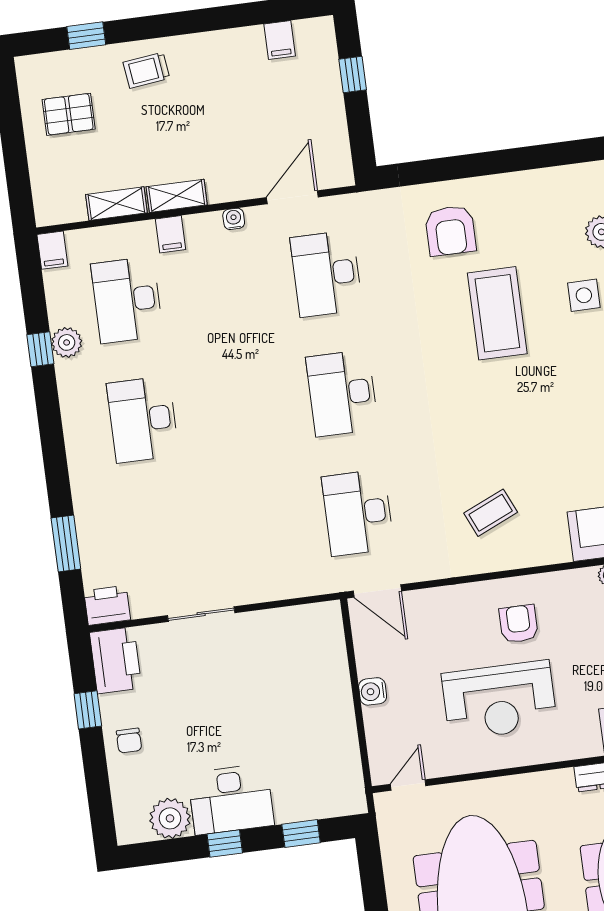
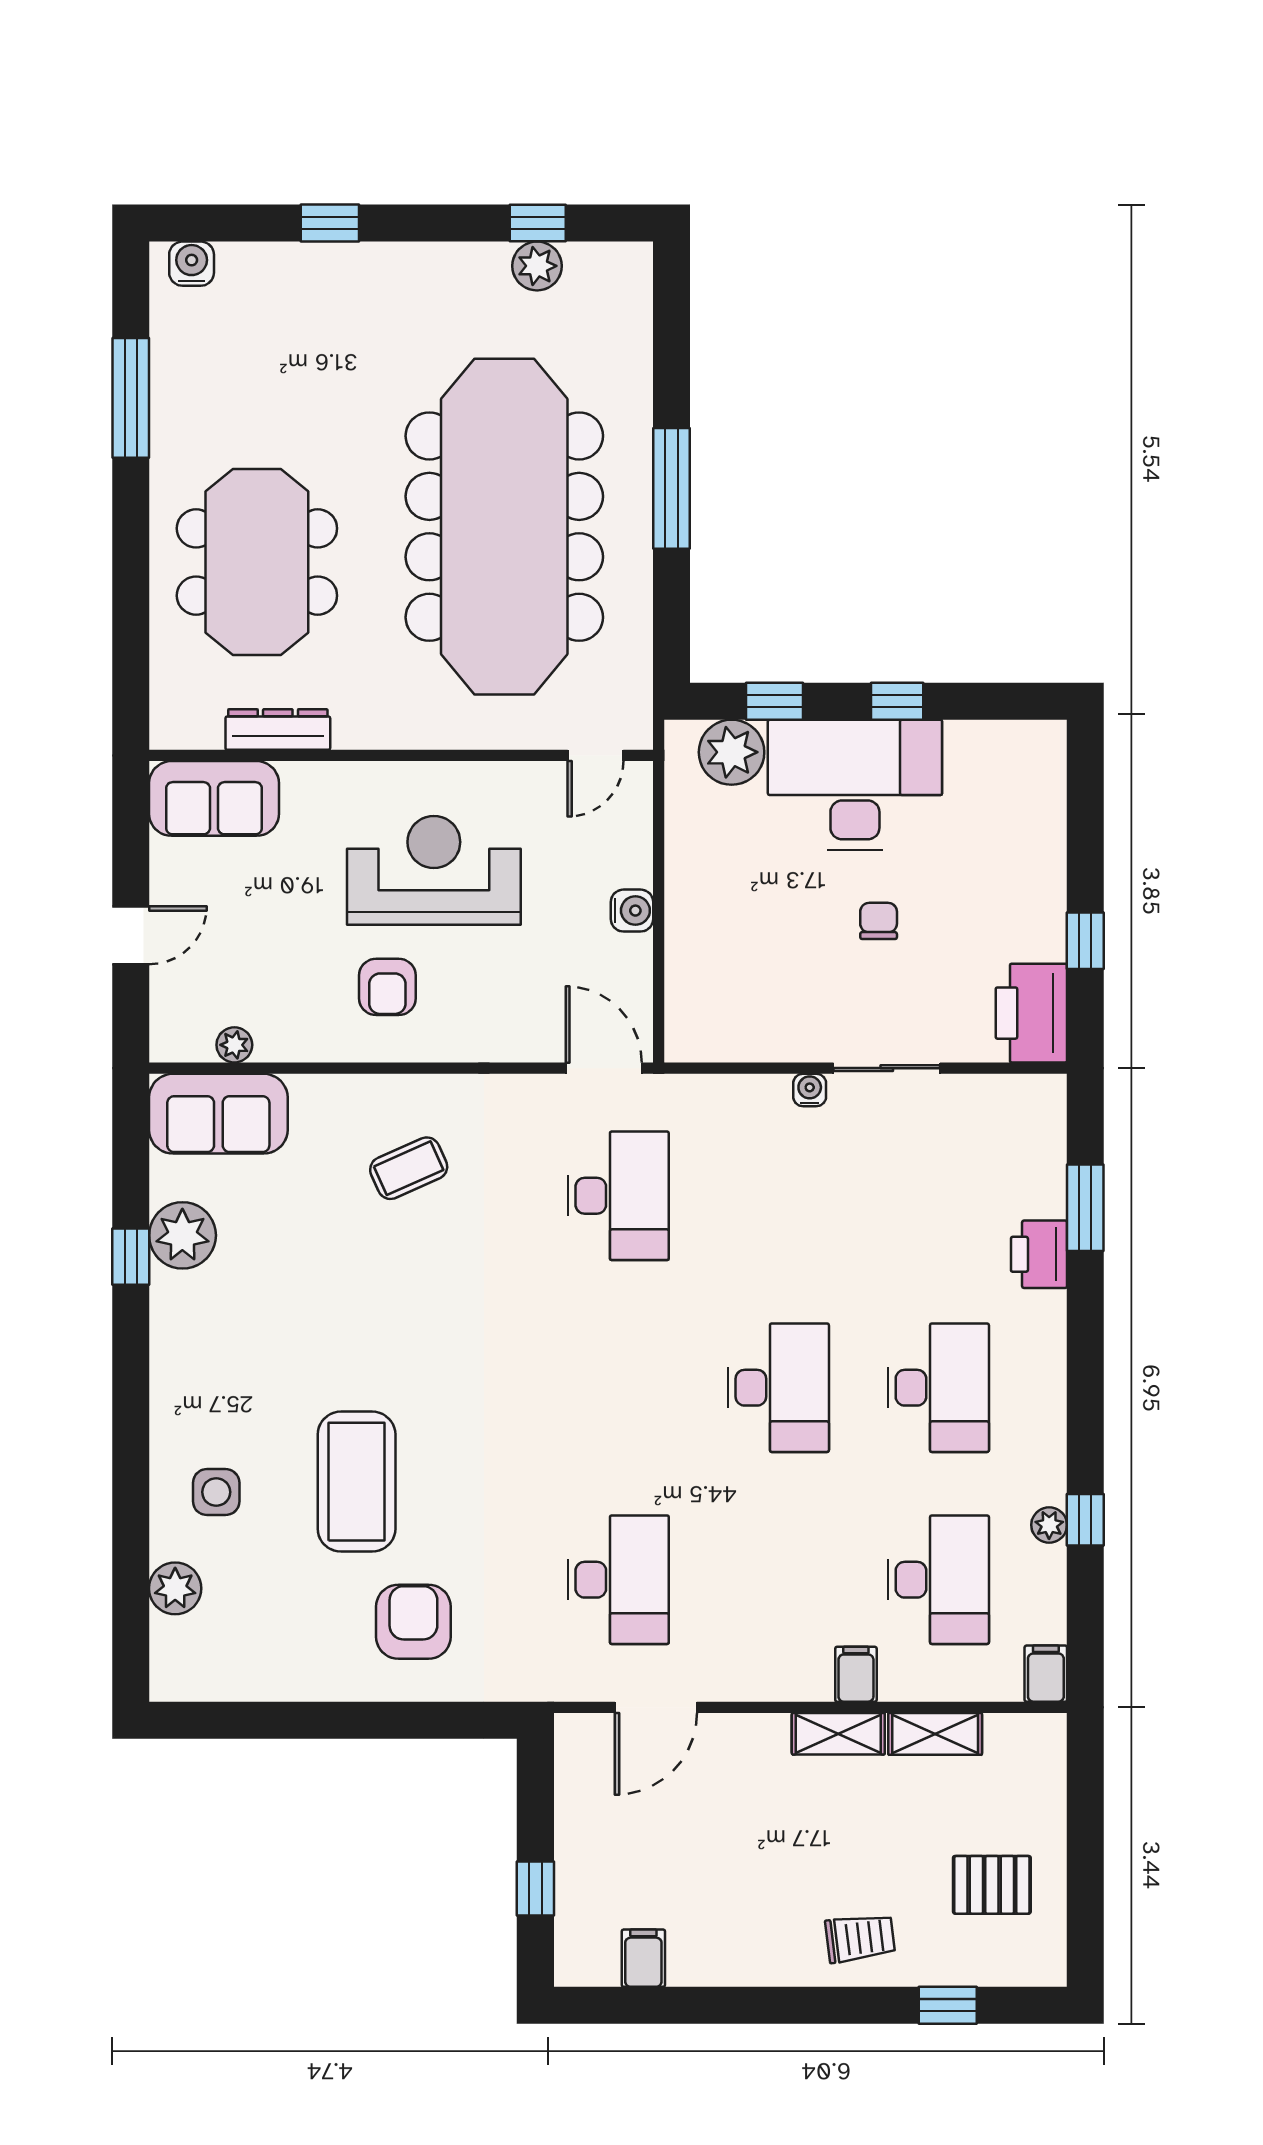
water cooler: (234, 219) -> (810, 1090), moved, turned 180
plant: (67, 342) -> (1049, 1525), width x0.73, depth x0.73
desk: (342, 393) -> (778, 1388), moved
printer: (107, 605) -> (1039, 1254), moved, turned 90
chair: (129, 741) -> (879, 921), moved
desk: (231, 799) -> (855, 785), width x1.36, depth x1.30
plant: (170, 818) -> (732, 752), moved

